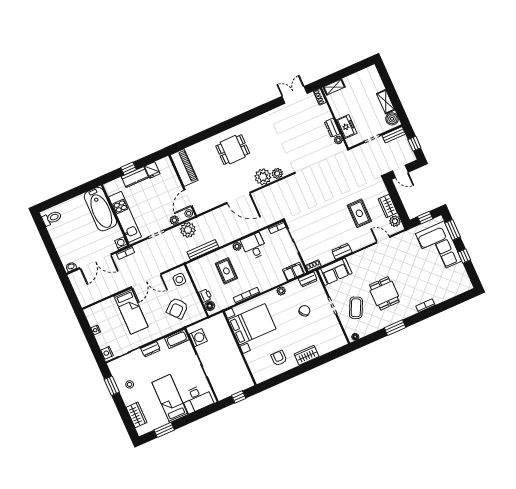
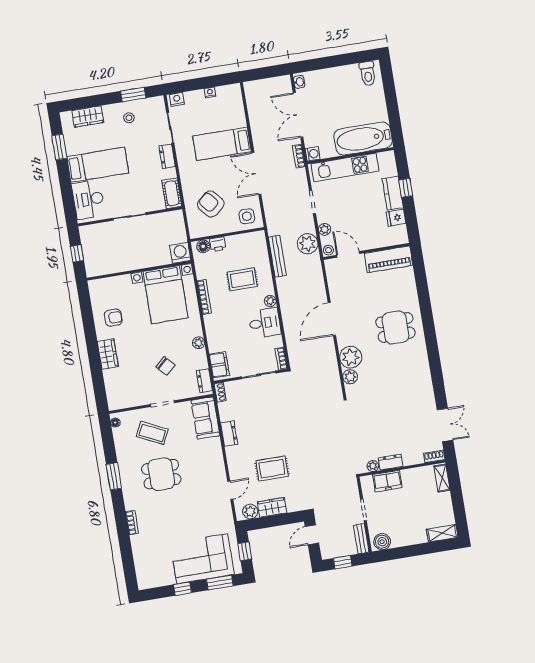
shelving: (386, 102) -> (442, 533), moved
dining table: (233, 150) -> (395, 327), turned 90
washing machine: (198, 338) -> (180, 253), moved, turned 180

